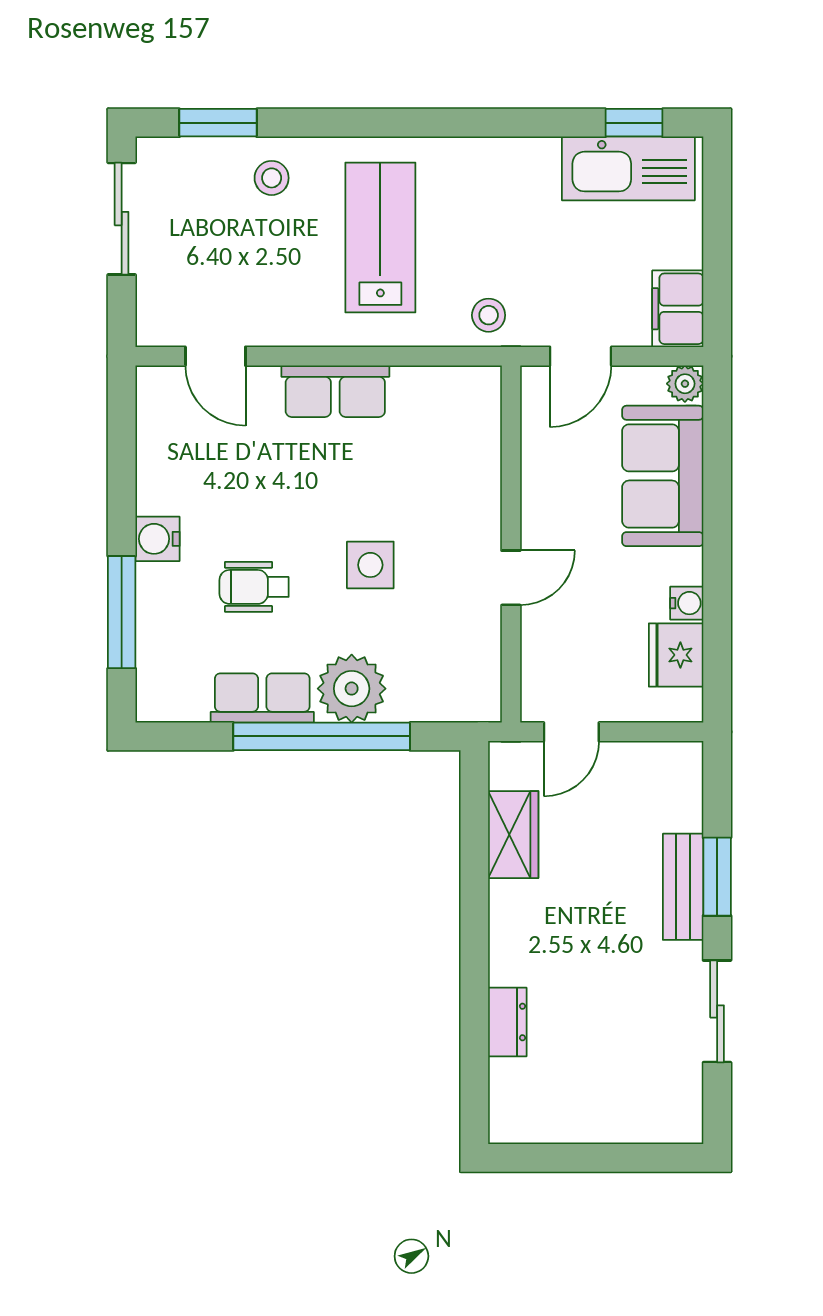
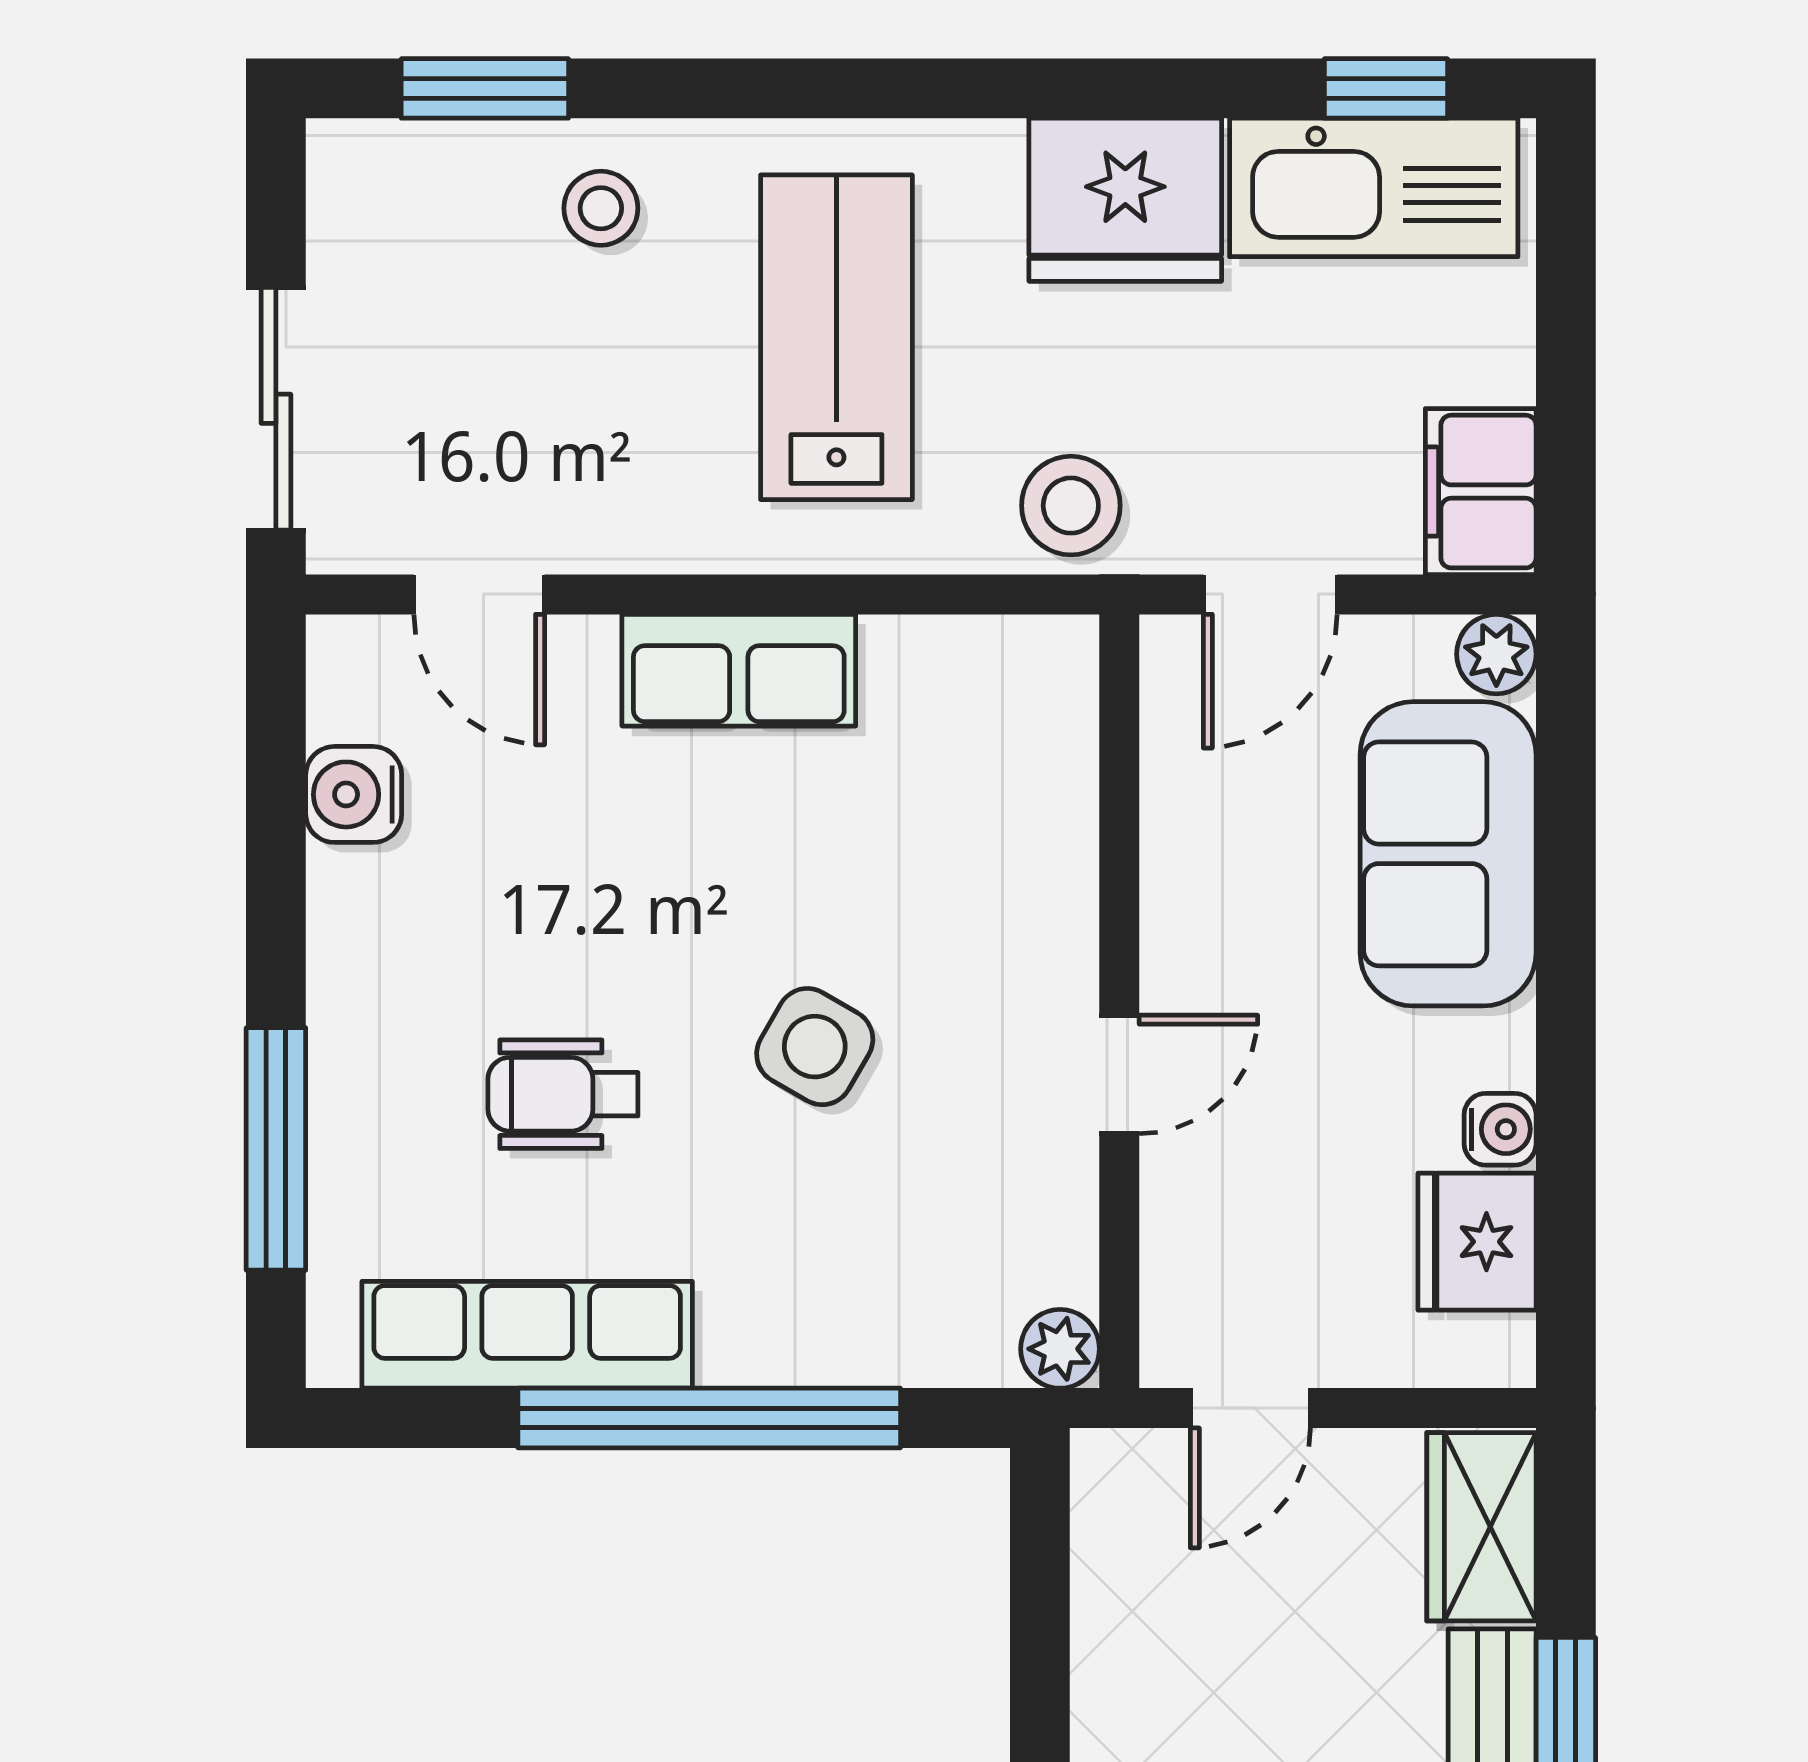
fridge: (514, 174) -> (1125, 200), added
sliding door: (122, 219) -> (276, 409), moved
stool: (489, 315) -> (1071, 506), width x1.37, depth x1.37
water cooler: (158, 539) -> (354, 794), moved
side table: (370, 565) -> (815, 1047), turned 30
plant: (352, 689) -> (1060, 1349), moved, width x0.53, depth x0.53
row of seats: (262, 698) -> (527, 1335), width x1.48
wardrobe: (513, 835) -> (1481, 1527), moved, turned 180

